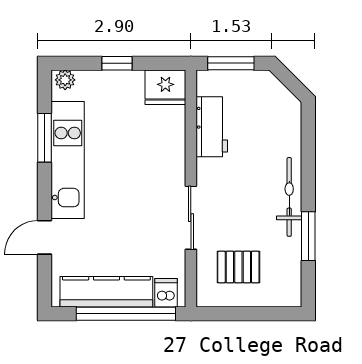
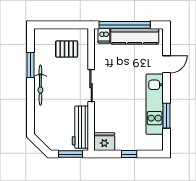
plant: (65, 80) -> (156, 146), removed
workbench: (212, 127) -> (80, 127), width x1.38
sliding door: (191, 218) -> (91, 86), moved

